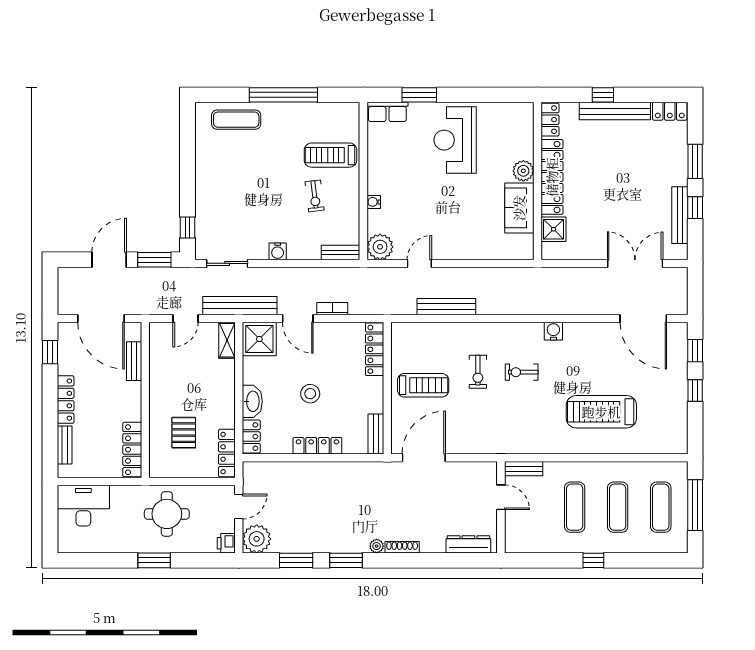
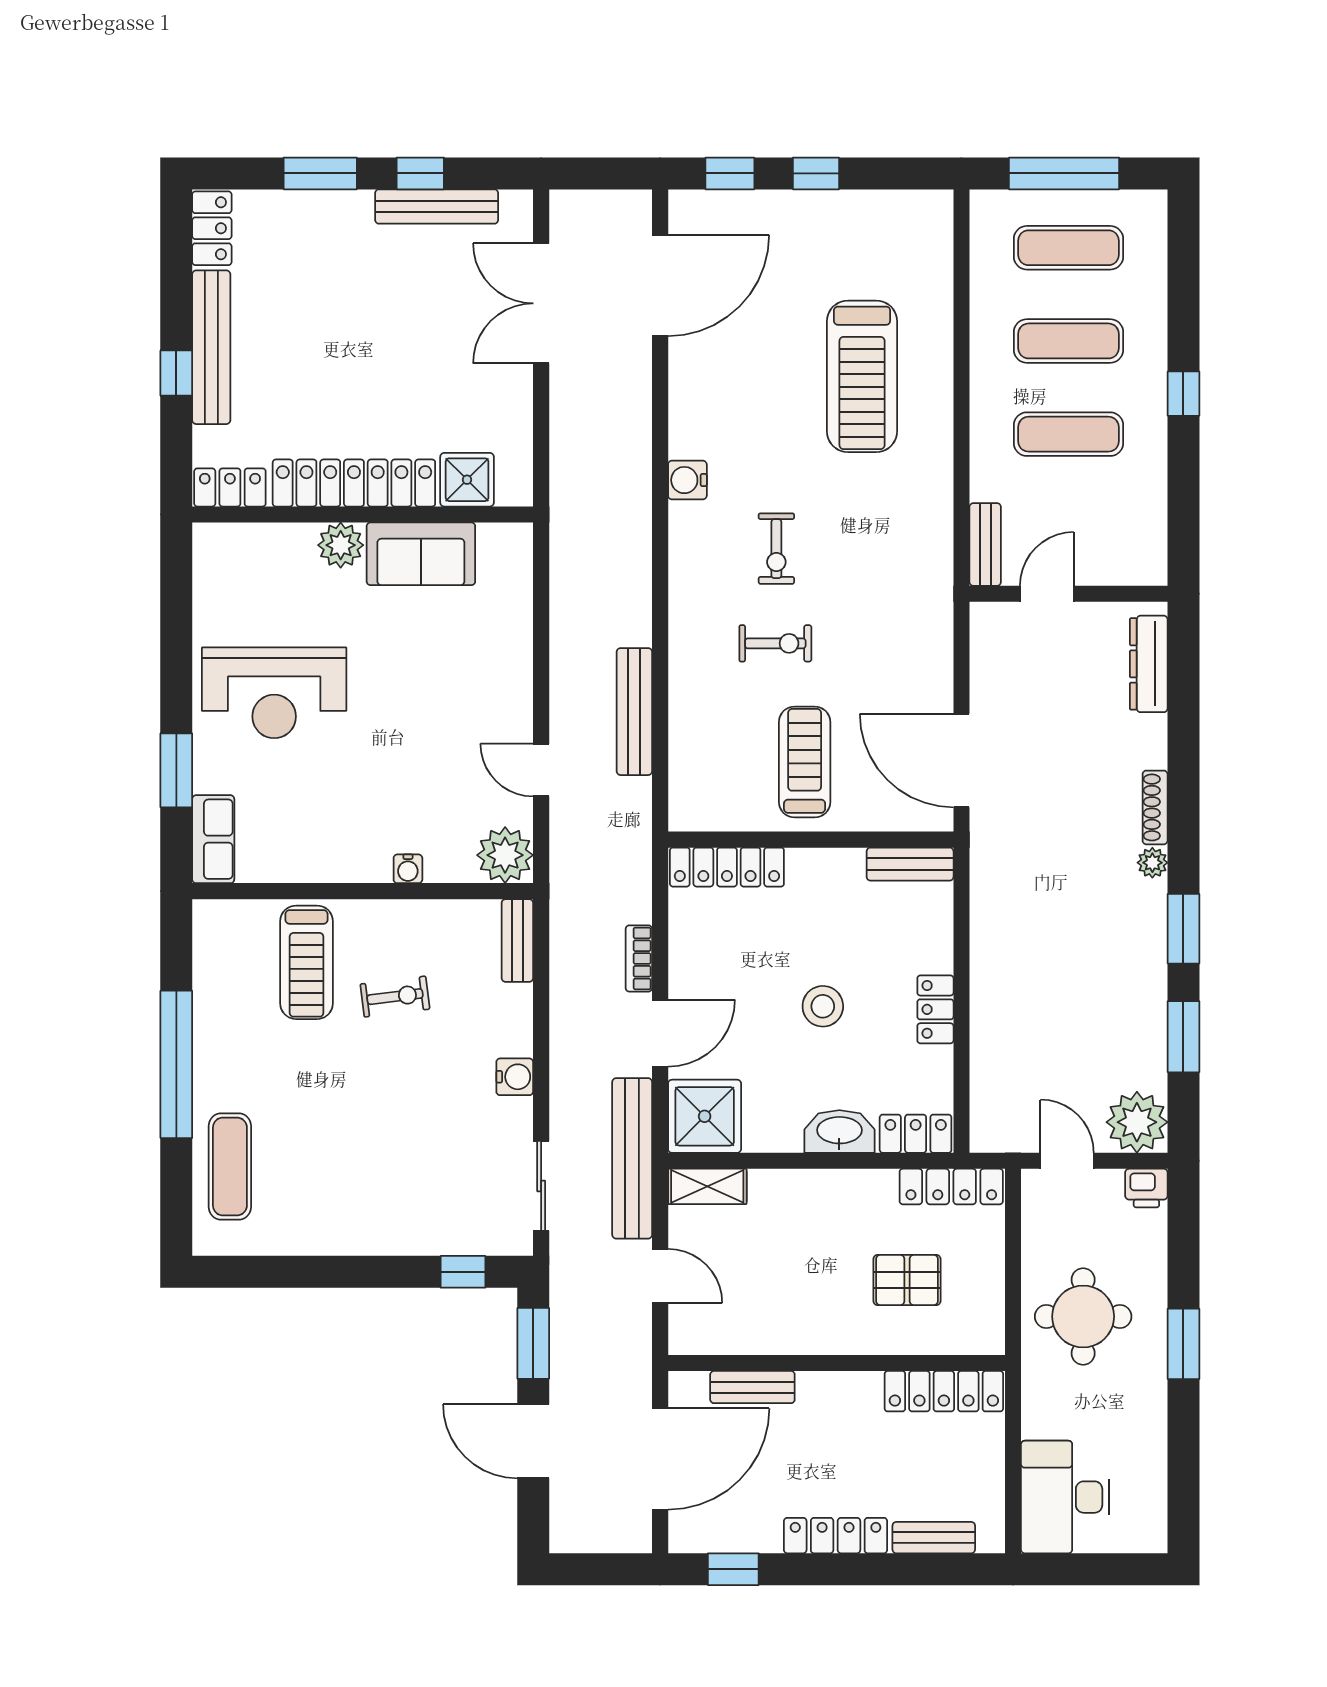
locker: (317, 446) -> (935, 1009), width x0.66

